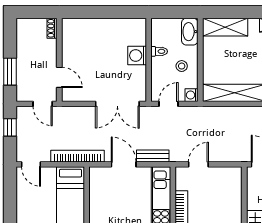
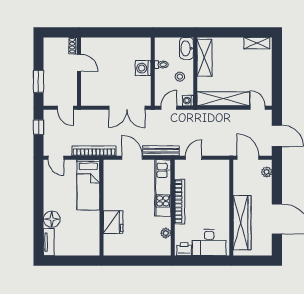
shelving: (225, 27) -> (204, 58), moved, turned 90
door: (59, 77) -> (79, 63), moved
bench: (153, 156) -> (161, 151), width x1.36

